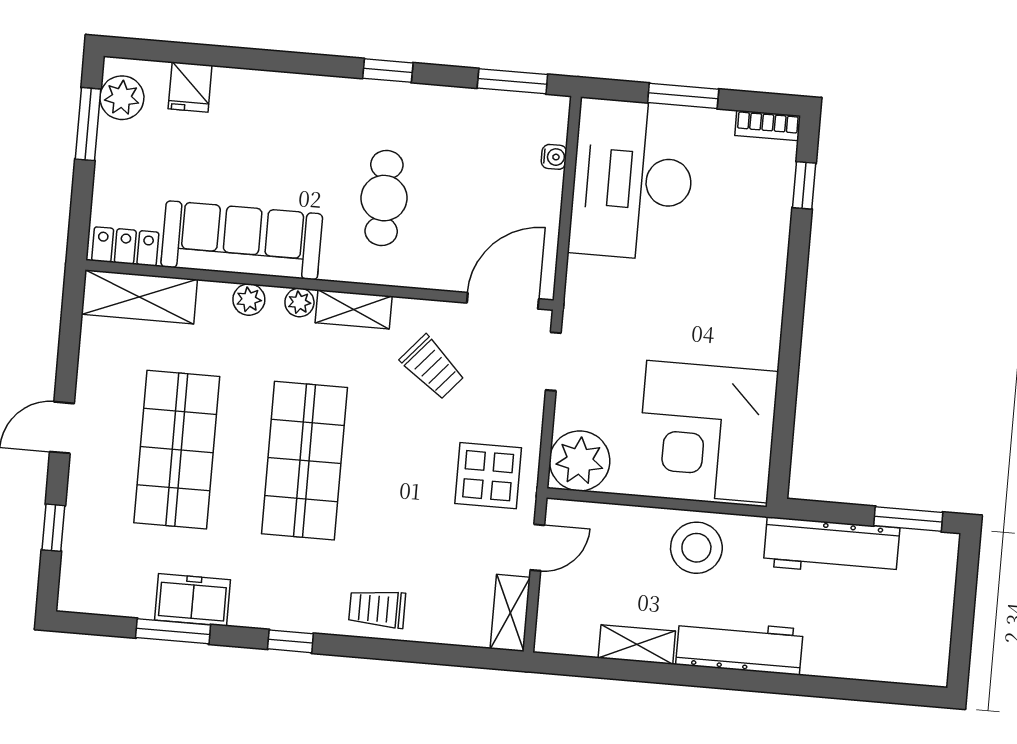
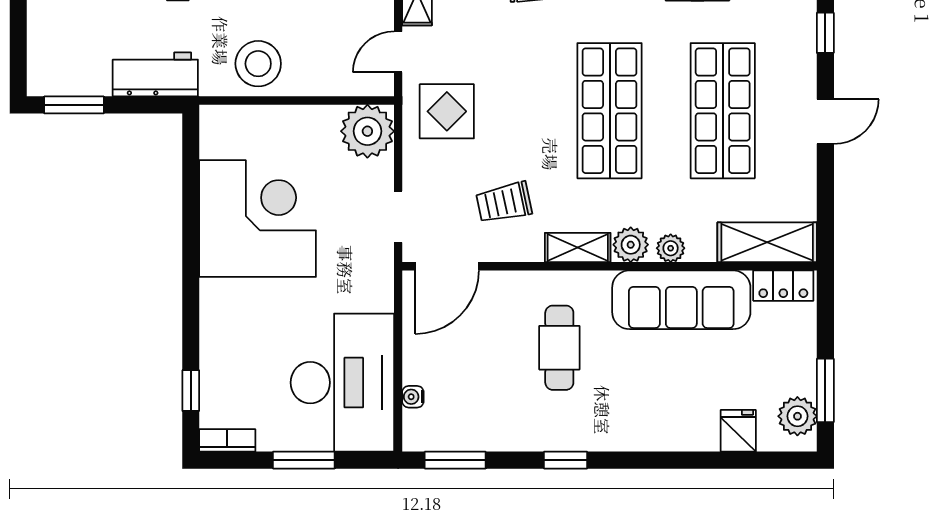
plant: (299, 302) -> (631, 245), width x1.38, depth x1.38
trolley: (432, 367) -> (504, 203), turned -53
corner desk: (707, 432) -> (258, 219), moved
workbench: (831, 547) -> (155, 74), width x0.73

